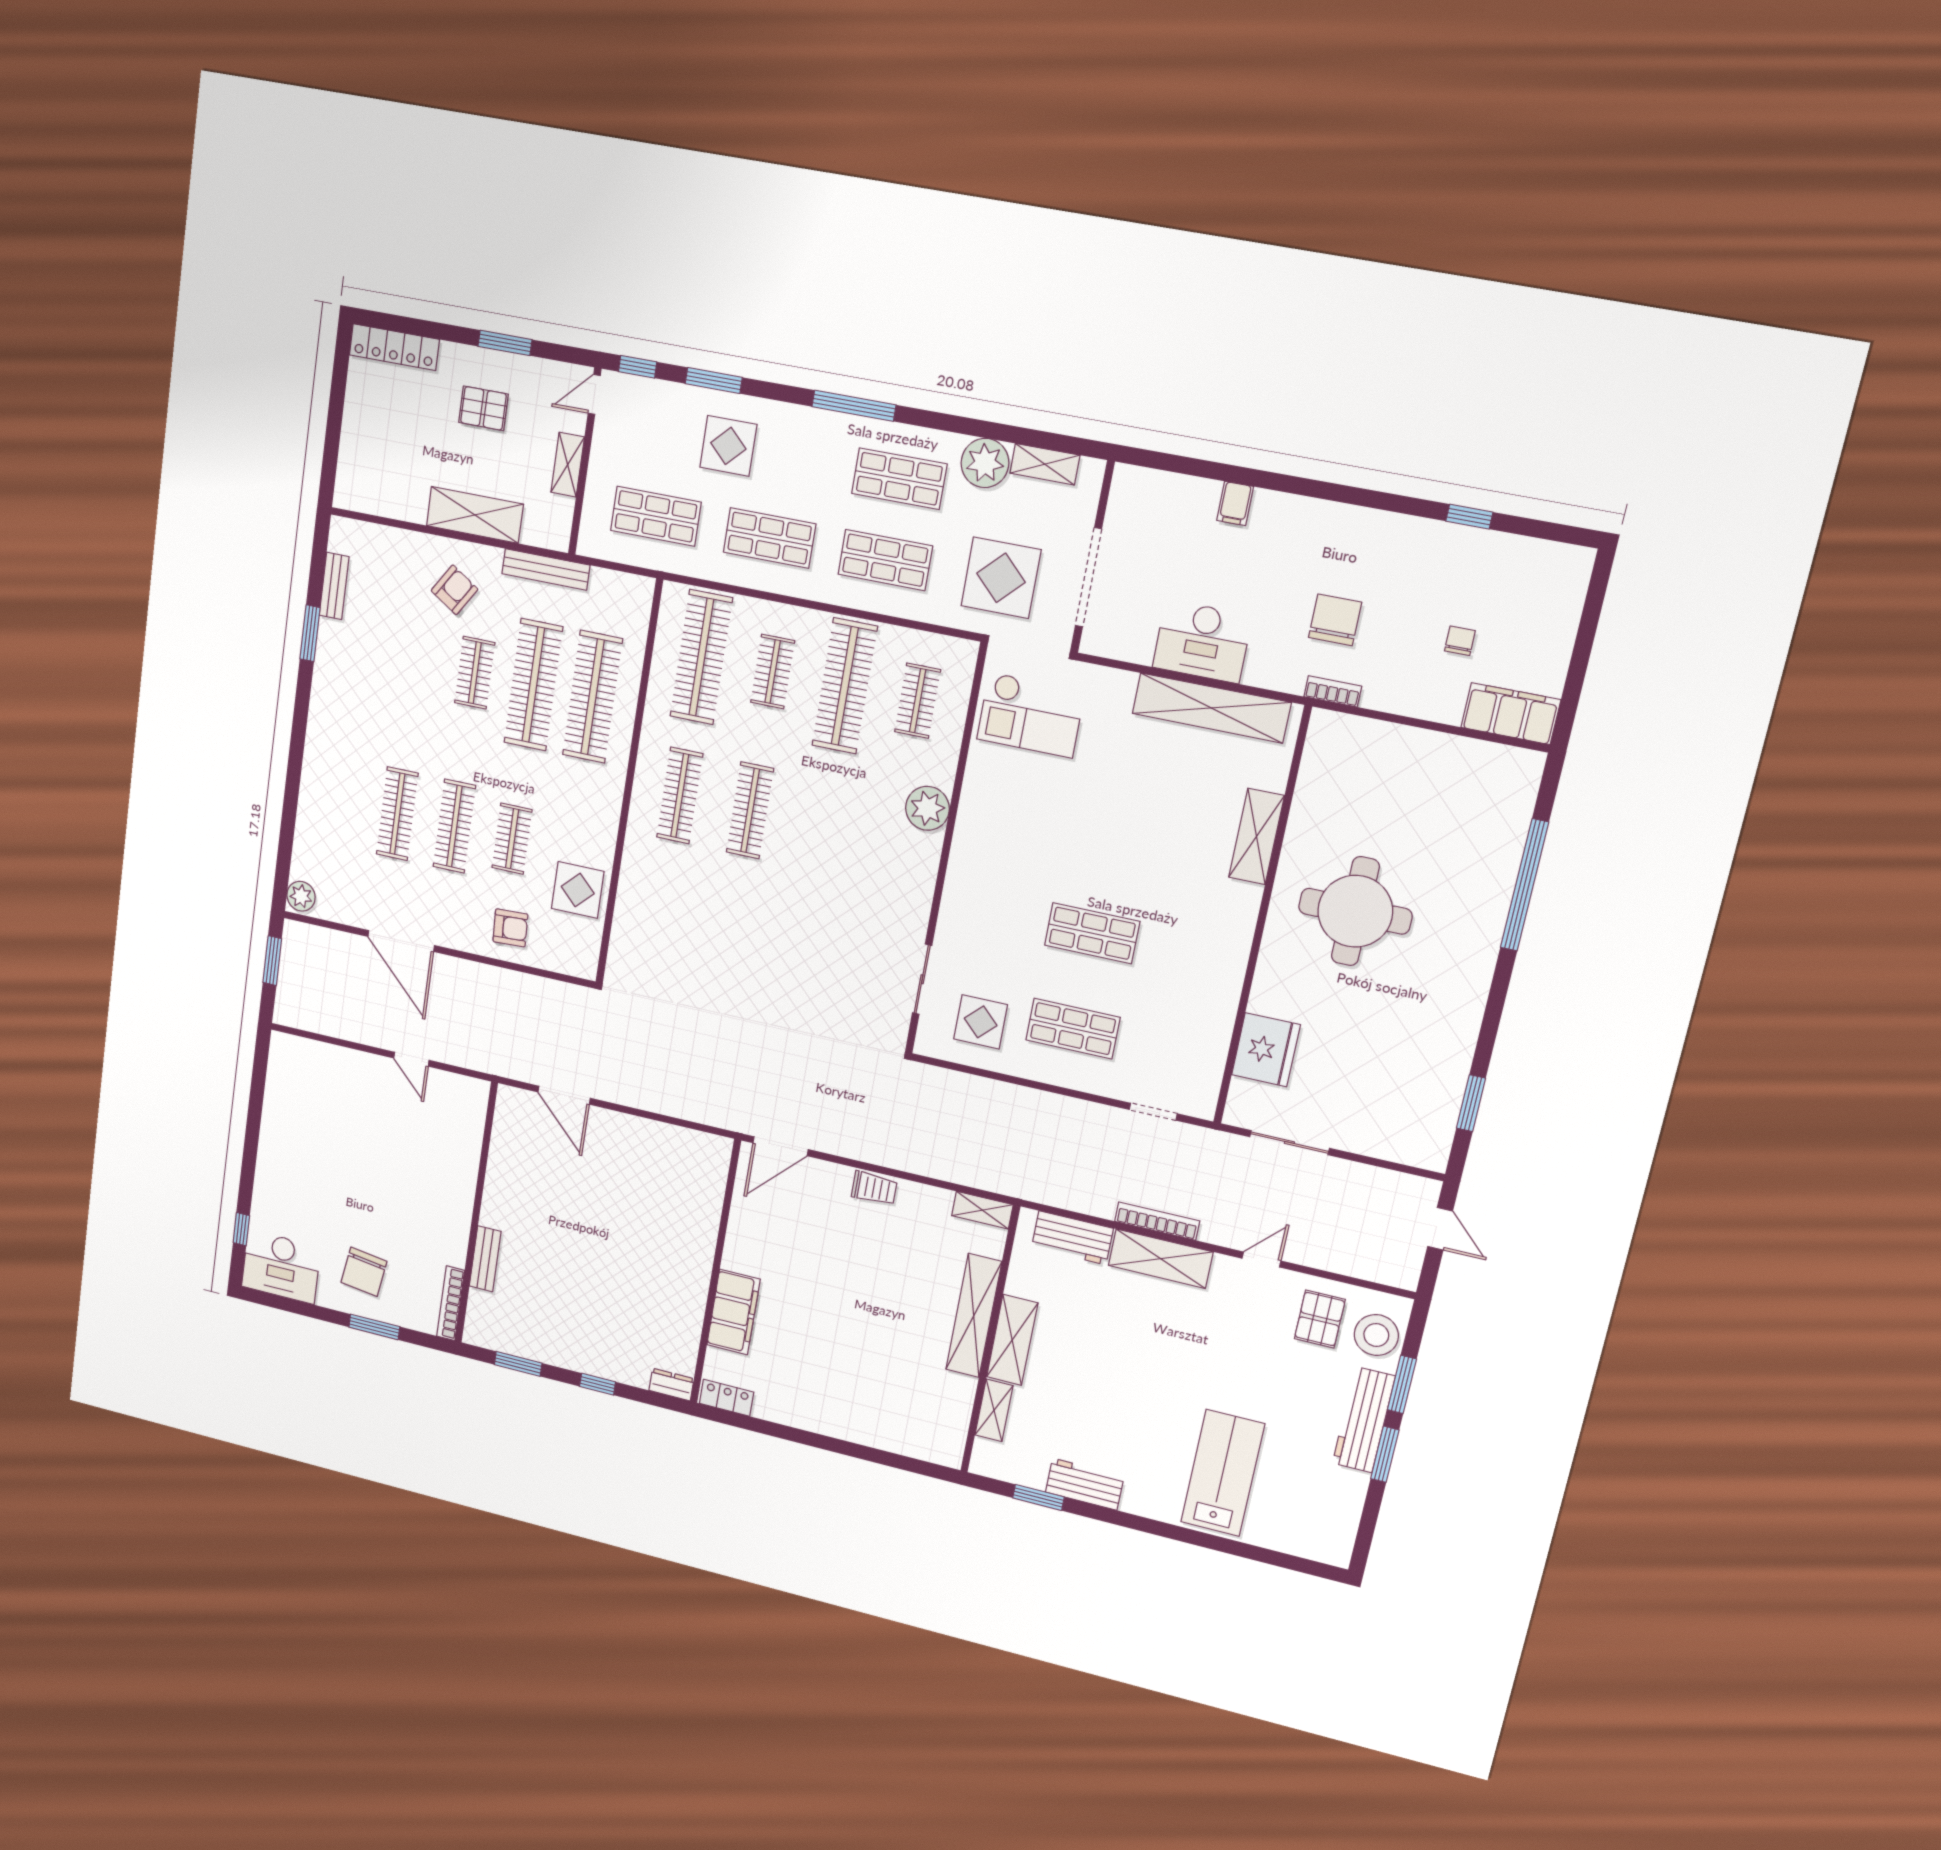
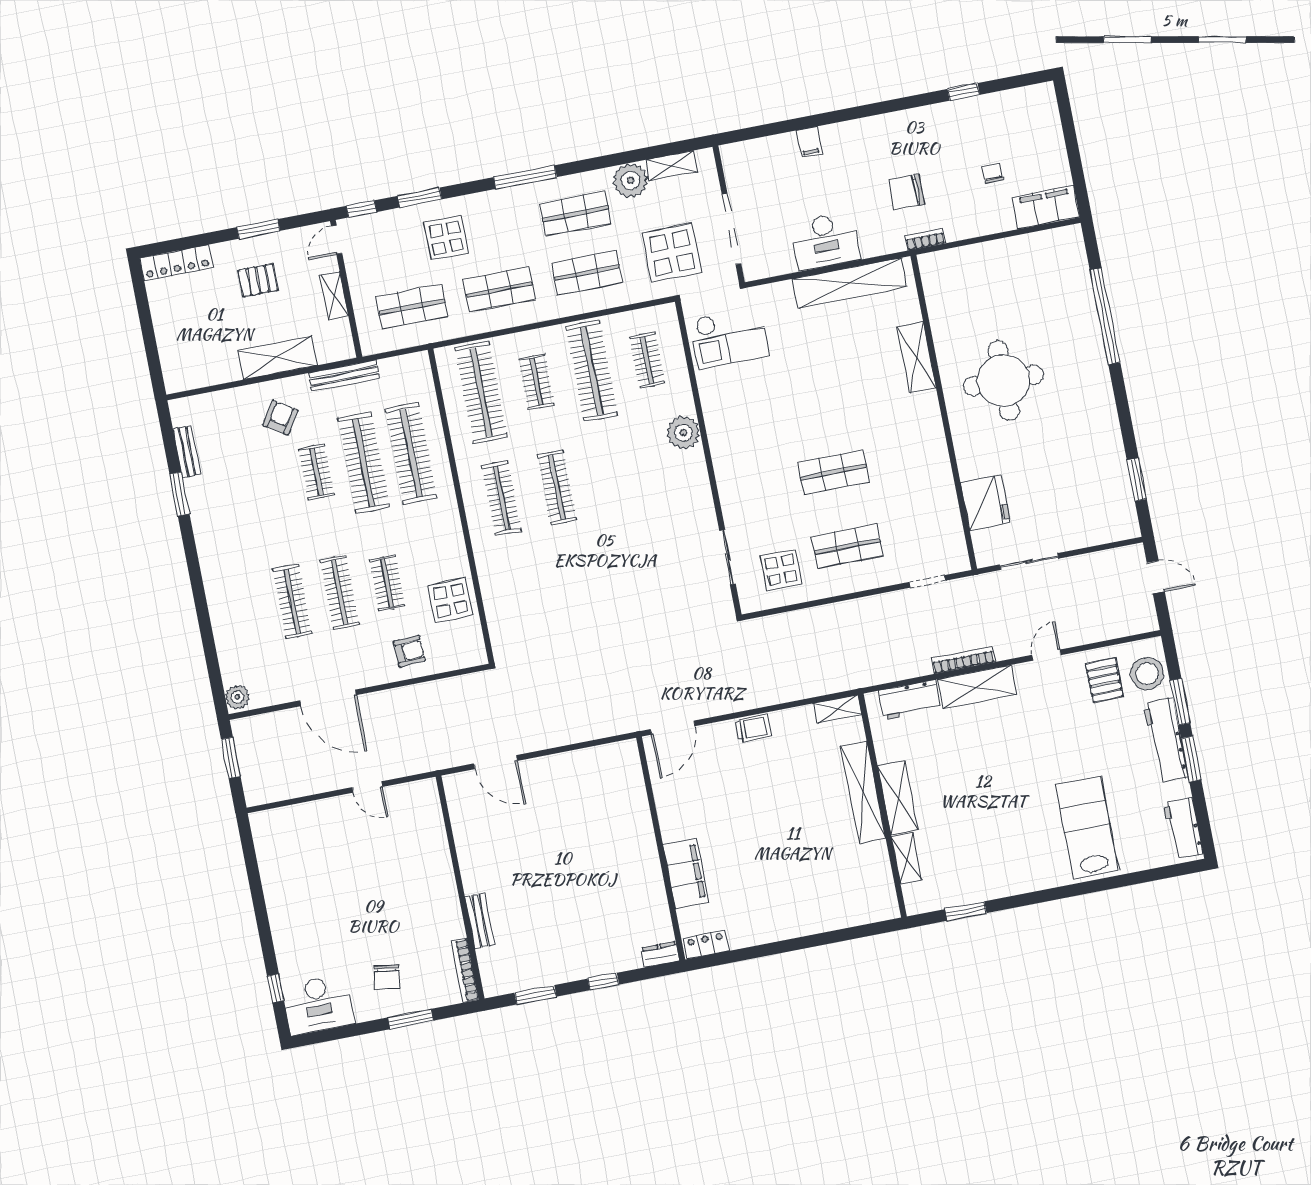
chair: (1335, 620) -> (907, 192), turned -90
chair: (364, 1272) -> (387, 977), width x0.73, depth x0.73
workbench: (1085, 1484) -> (1183, 828), moved, turned -90

